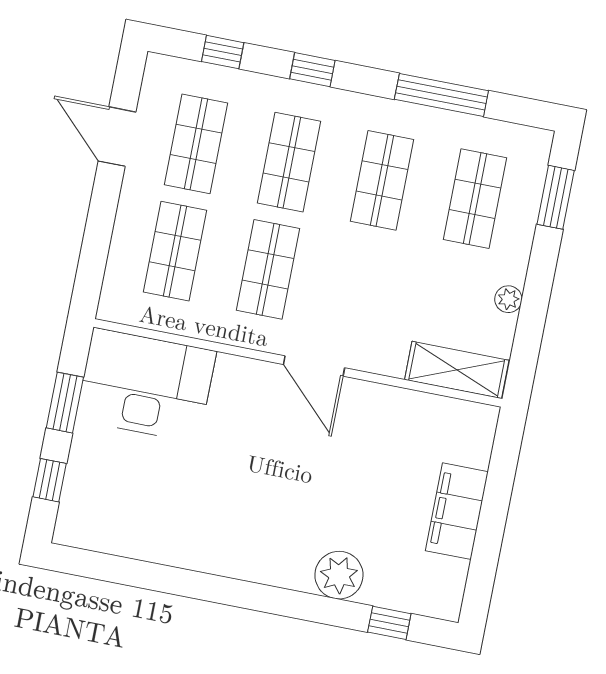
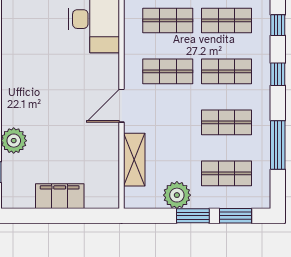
window: (540, 275) -> (193, 216), added
plant: (508, 299) -> (177, 195), width x1.87, depth x1.87
shelving: (457, 370) -> (134, 160), moved

